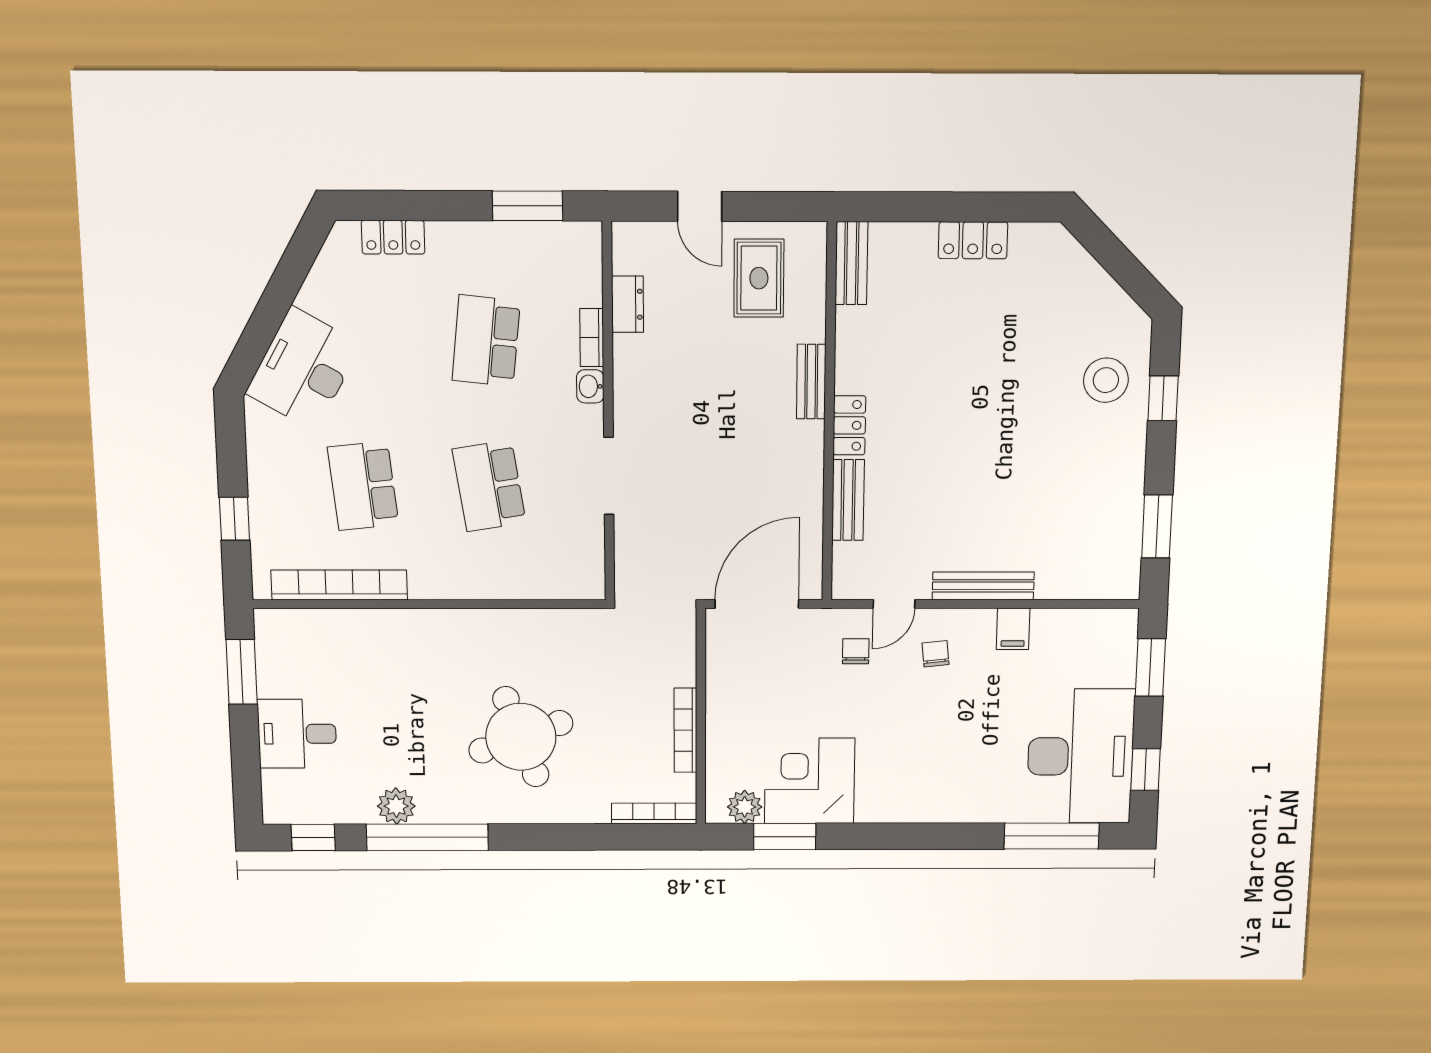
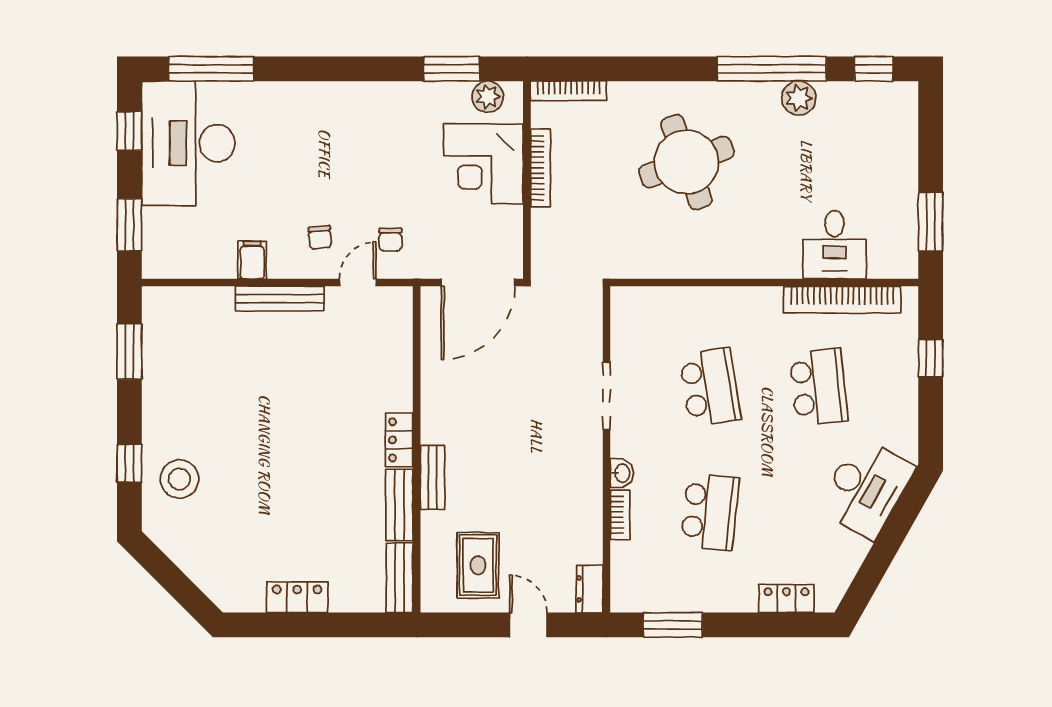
dresser: (627, 304) -> (589, 589), moved
bench: (848, 500) -> (399, 505), moved
desk: (297, 734) -> (835, 245), moved, turned 90
corner desk: (810, 781) -> (483, 164), moved, turned 90

